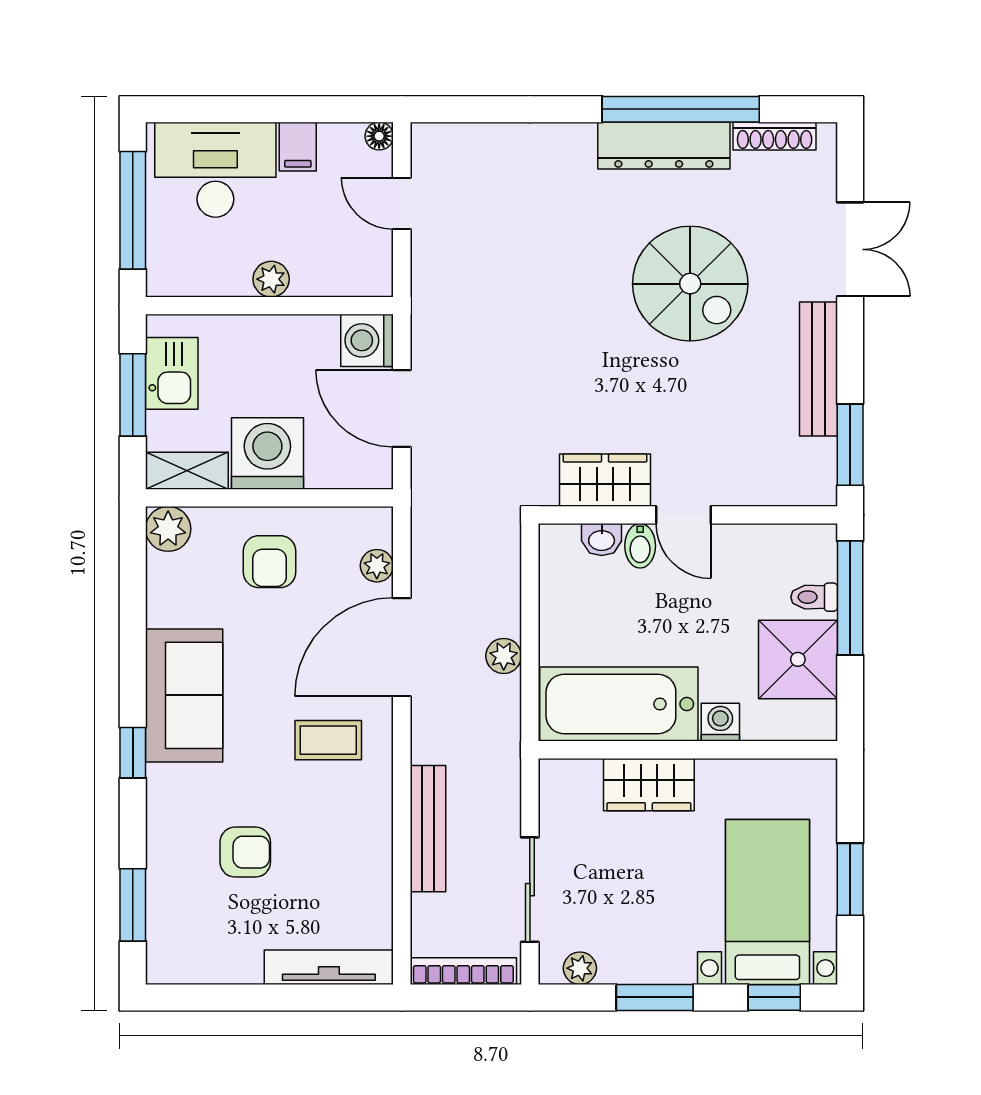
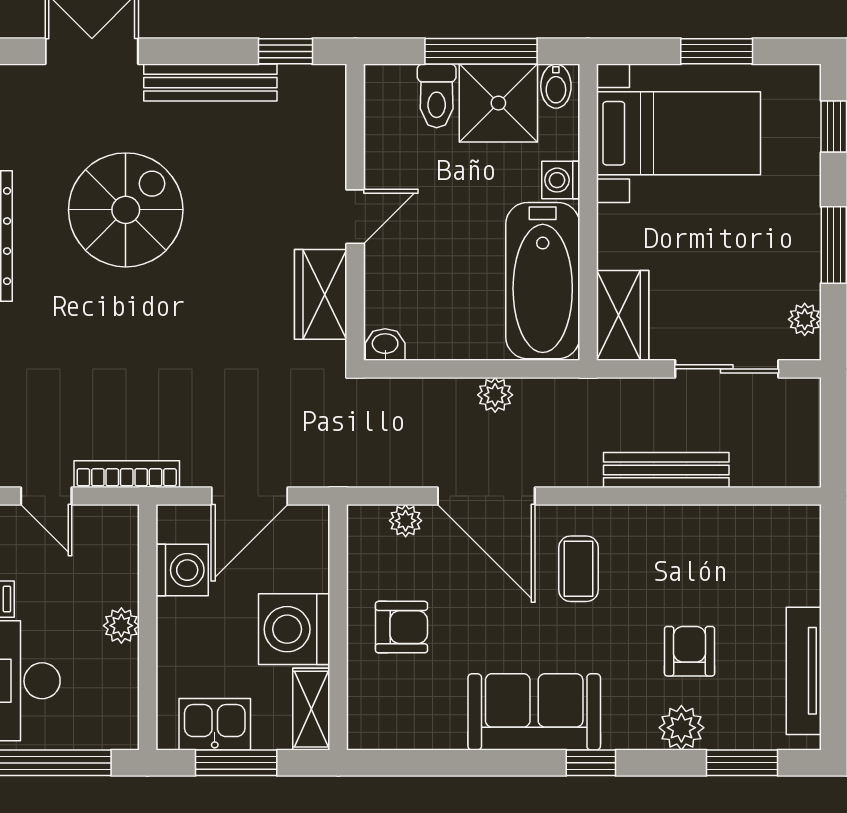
door: (402, 203) -> (46, 496), hinge flipped
washing machine: (367, 340) -> (182, 570), moved, turned -90
window: (850, 445) -> (286, 51), width x0.67
plant: (168, 529) -> (681, 728), moved
washbasin: (602, 540) -> (385, 344), moved, turned -90
bidet: (640, 546) -> (556, 86), moved, turned 90
toilet: (814, 597) -> (437, 96), width x1.37, depth x1.39
window: (850, 598) -> (481, 51), moved
wardrobe: (649, 785) -> (623, 315), moved
bed with nightstands: (767, 902) -> (679, 133), moved, turned 180
tv unit: (329, 967) -> (804, 671), moved
bookcase: (463, 971) -> (127, 474), moved, turned 90

